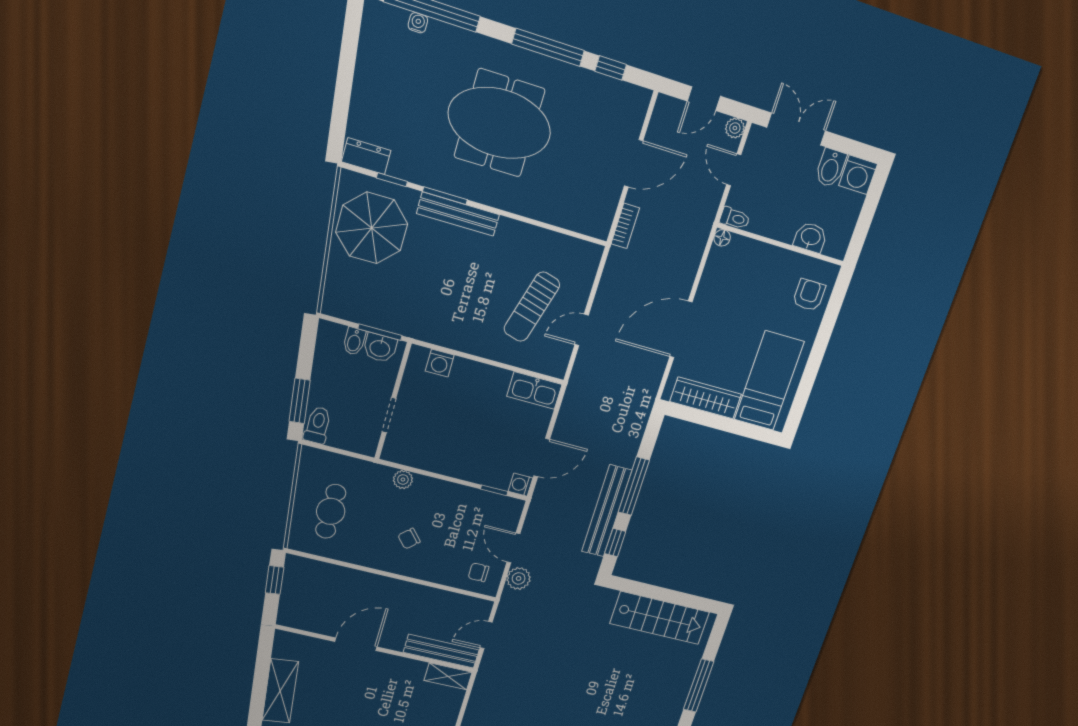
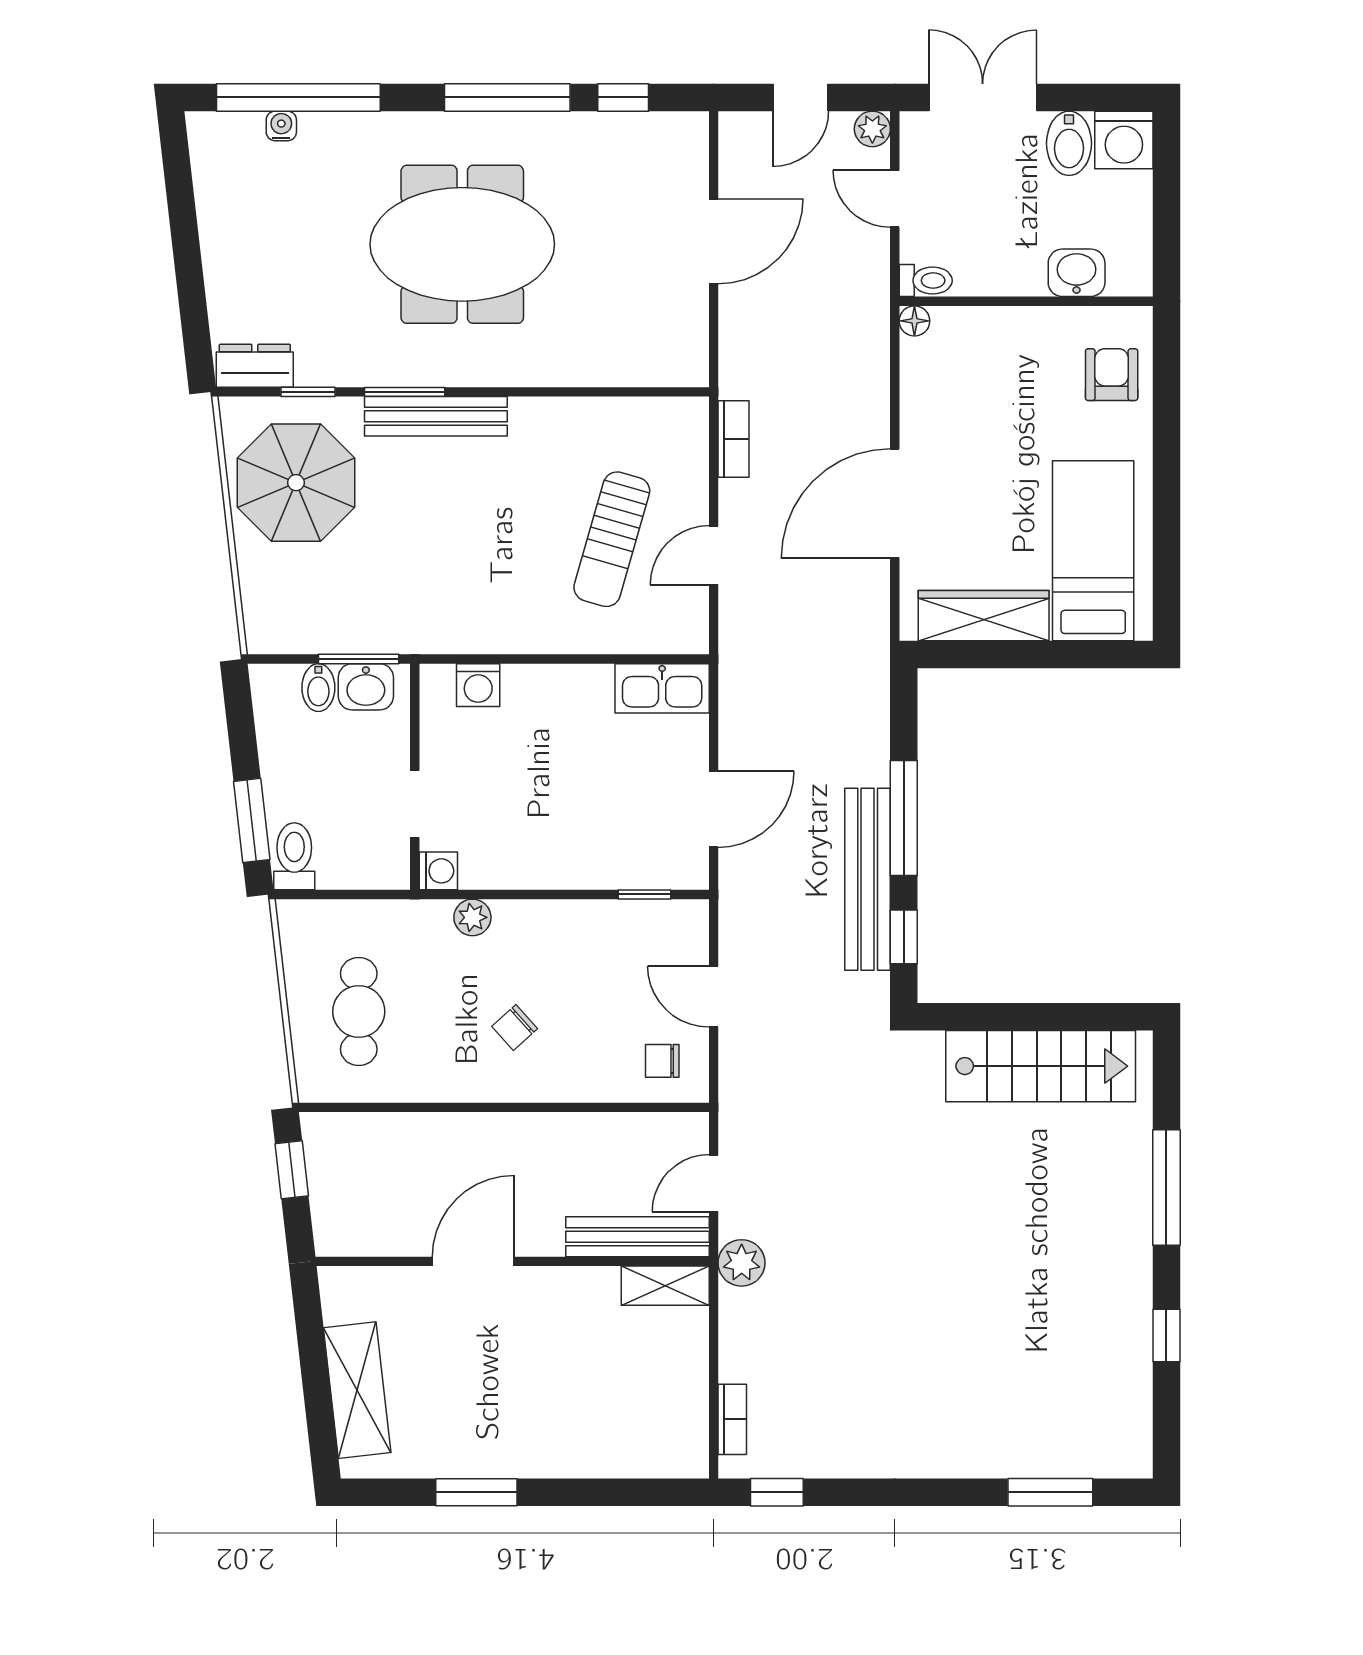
bookcase: (625, 226) -> (733, 439), moved
washing machine: (520, 485) -> (438, 871), moved, turned 180
plant: (519, 578) -> (742, 1263), moved

